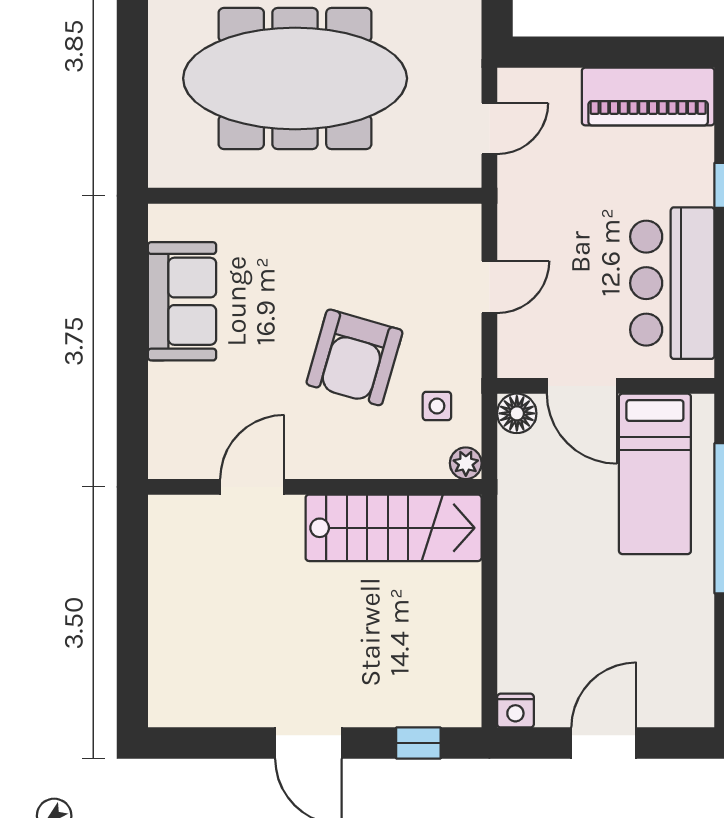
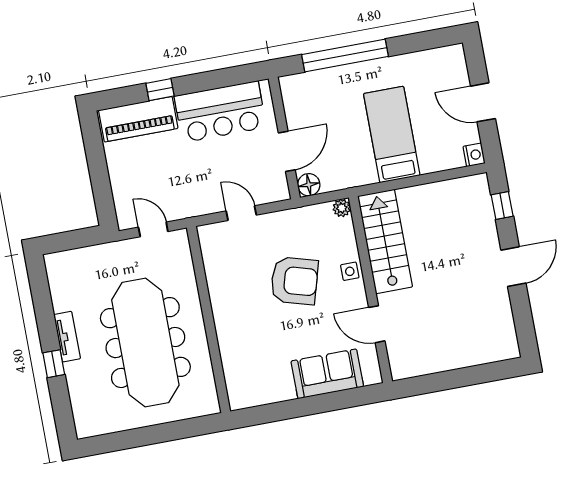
piano: (648, 96) -> (138, 119), moved, turned 90
sofa: (182, 301) -> (327, 374), moved
side table: (437, 406) -> (350, 271), moved
bed: (655, 474) -> (392, 135), moved, turned -90

